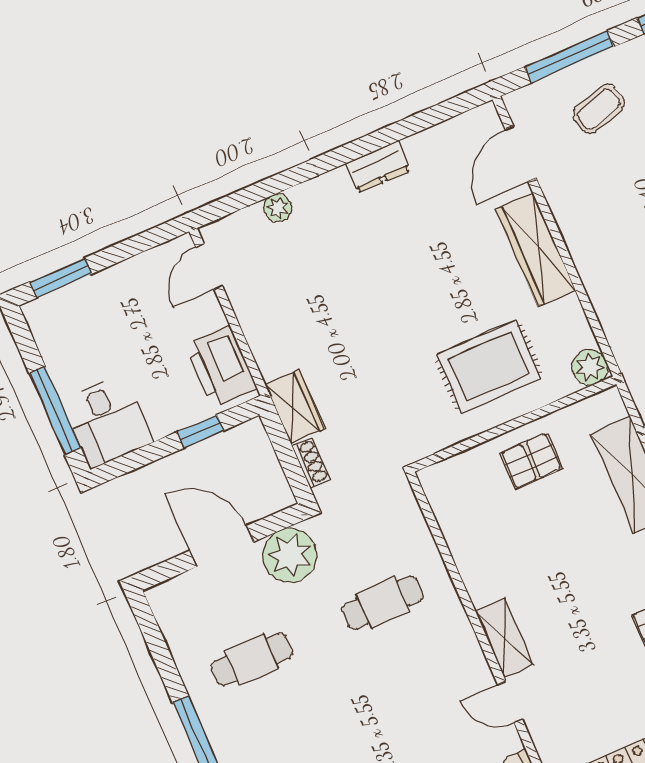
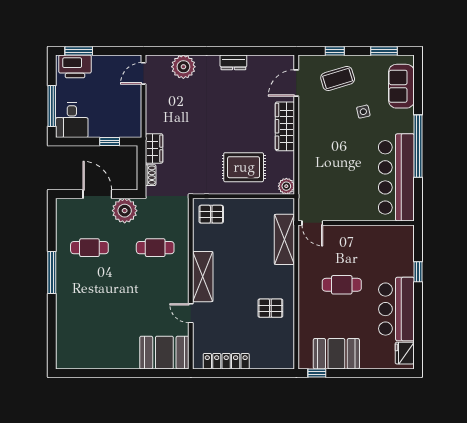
window: (569, 57) -> (335, 51), width x0.46
coffee table: (599, 109) -> (338, 78), width x1.36, depth x1.30
plant: (278, 208) -> (183, 67), width x1.87, depth x1.87
printer: (221, 366) -> (75, 66), moved, turned -90
pallet: (531, 461) -> (211, 214), moved
shelving: (504, 638) -> (203, 277), width x1.50, depth x1.33

